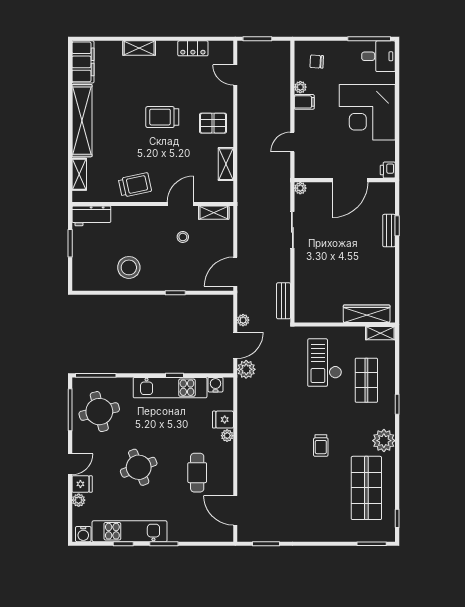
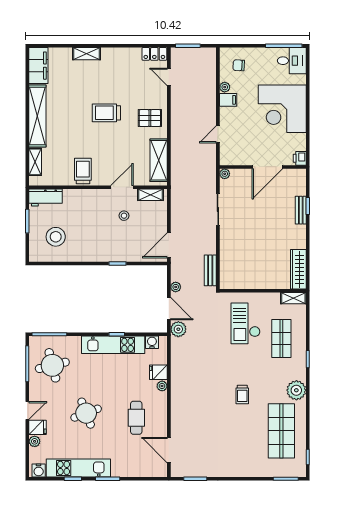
locker: (193, 48) -> (154, 54), moved
shelving: (226, 164) -> (159, 160), width x1.50, depth x1.33
trolley: (135, 185) -> (83, 171), turned -78
stool: (129, 267) -> (56, 237), moved
wardrobe: (367, 314) -> (298, 269), moved, turned -90
door: (235, 345) -> (169, 309), hinge flipped

